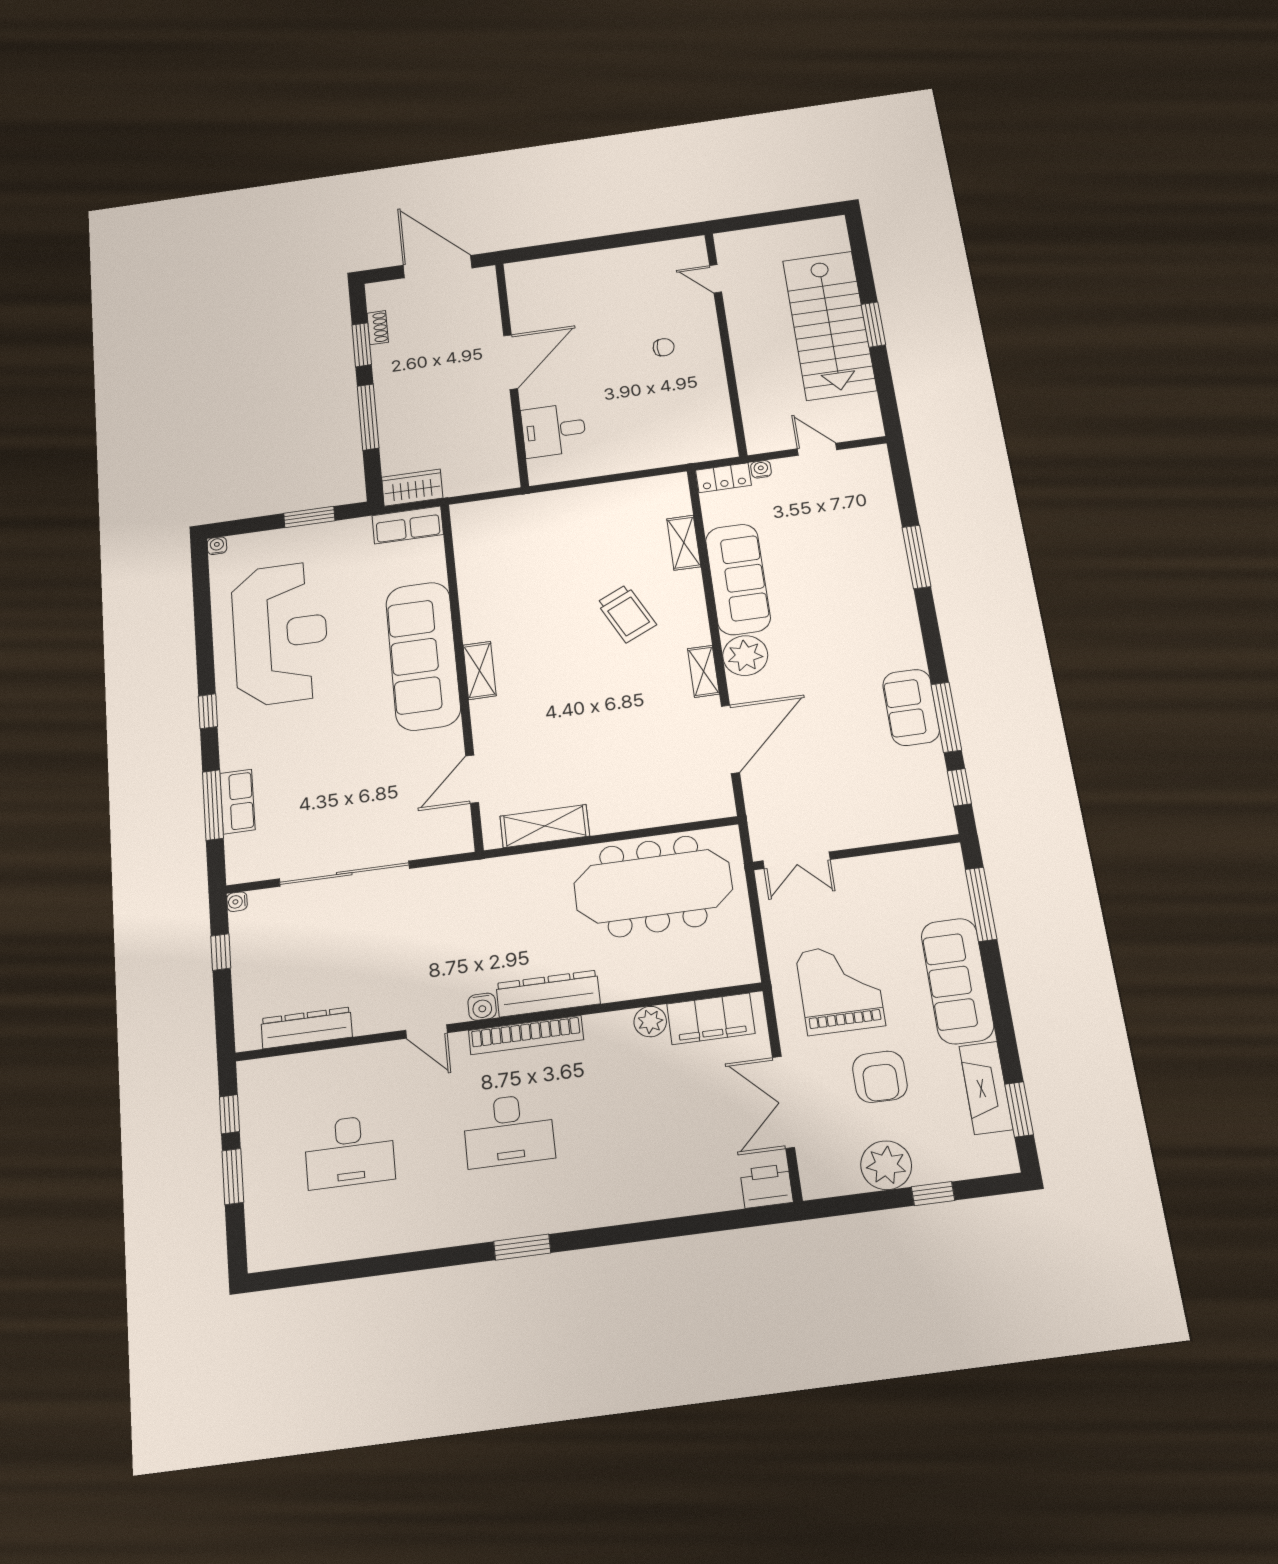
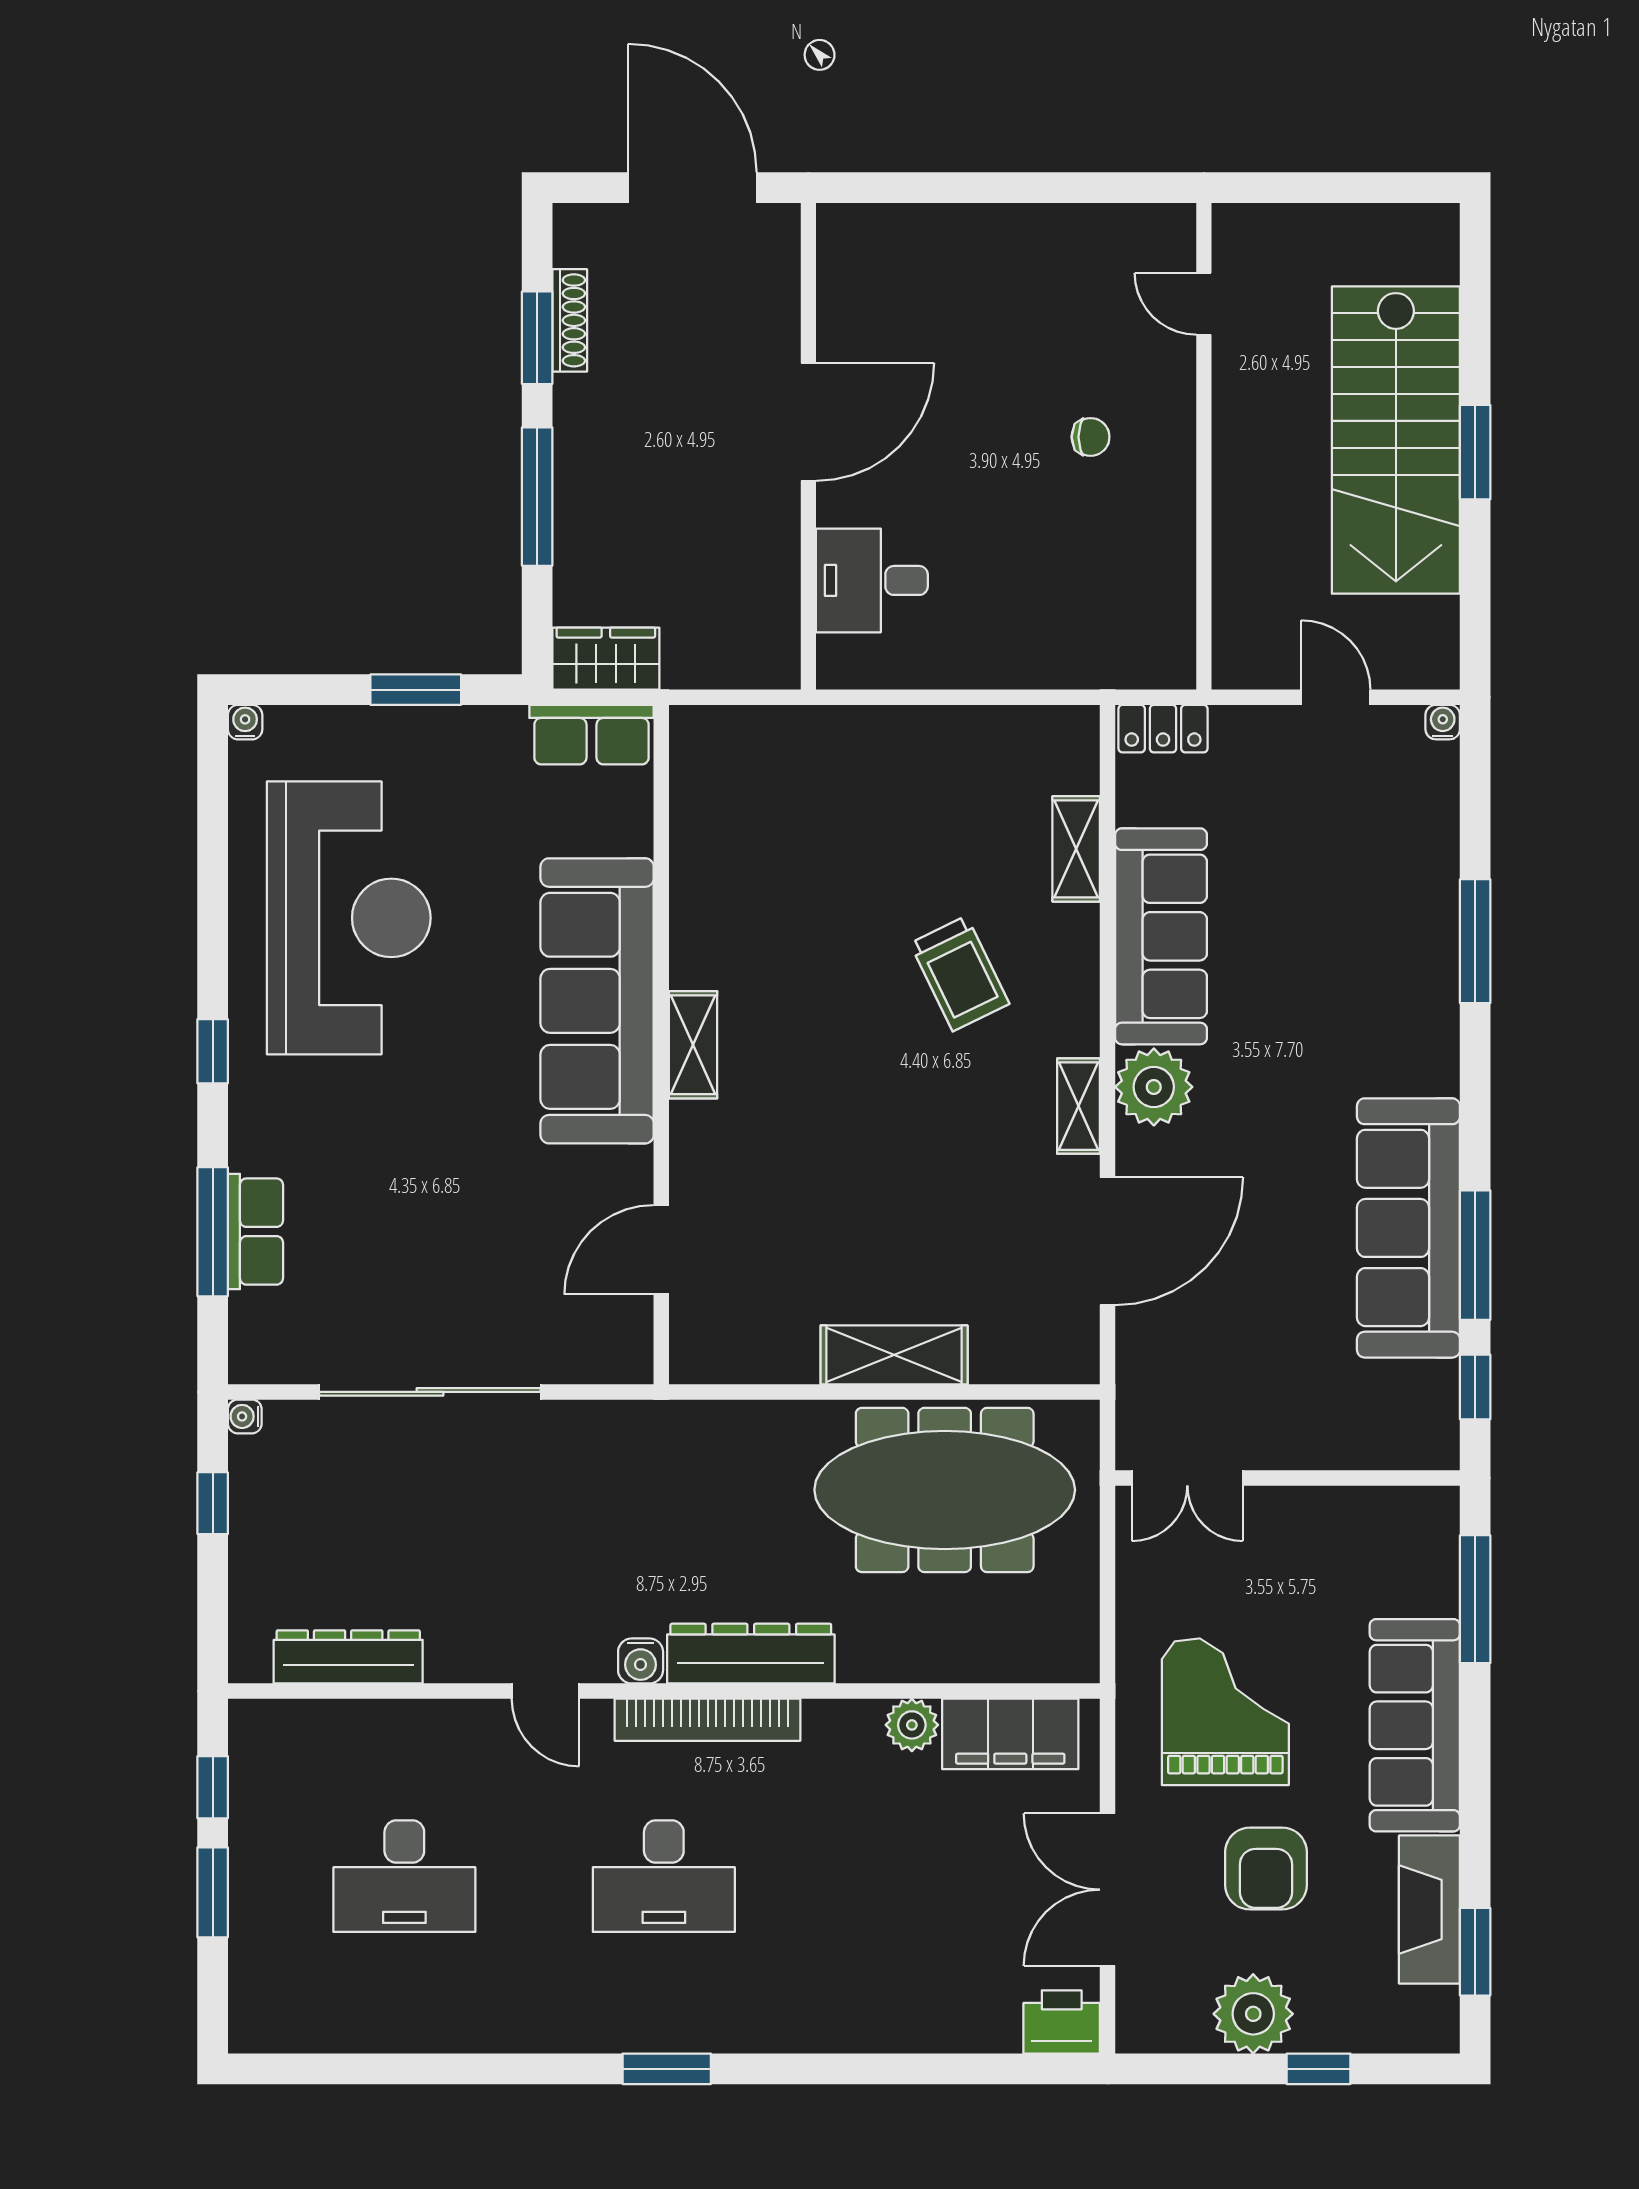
shoe rack: (378, 328) -> (570, 320), width x1.43
water cooler: (761, 469) -> (1443, 722), moved
sofa: (911, 707) -> (1408, 1228), width x1.85, depth x1.27
shelving: (545, 826) -> (894, 1355), moved

